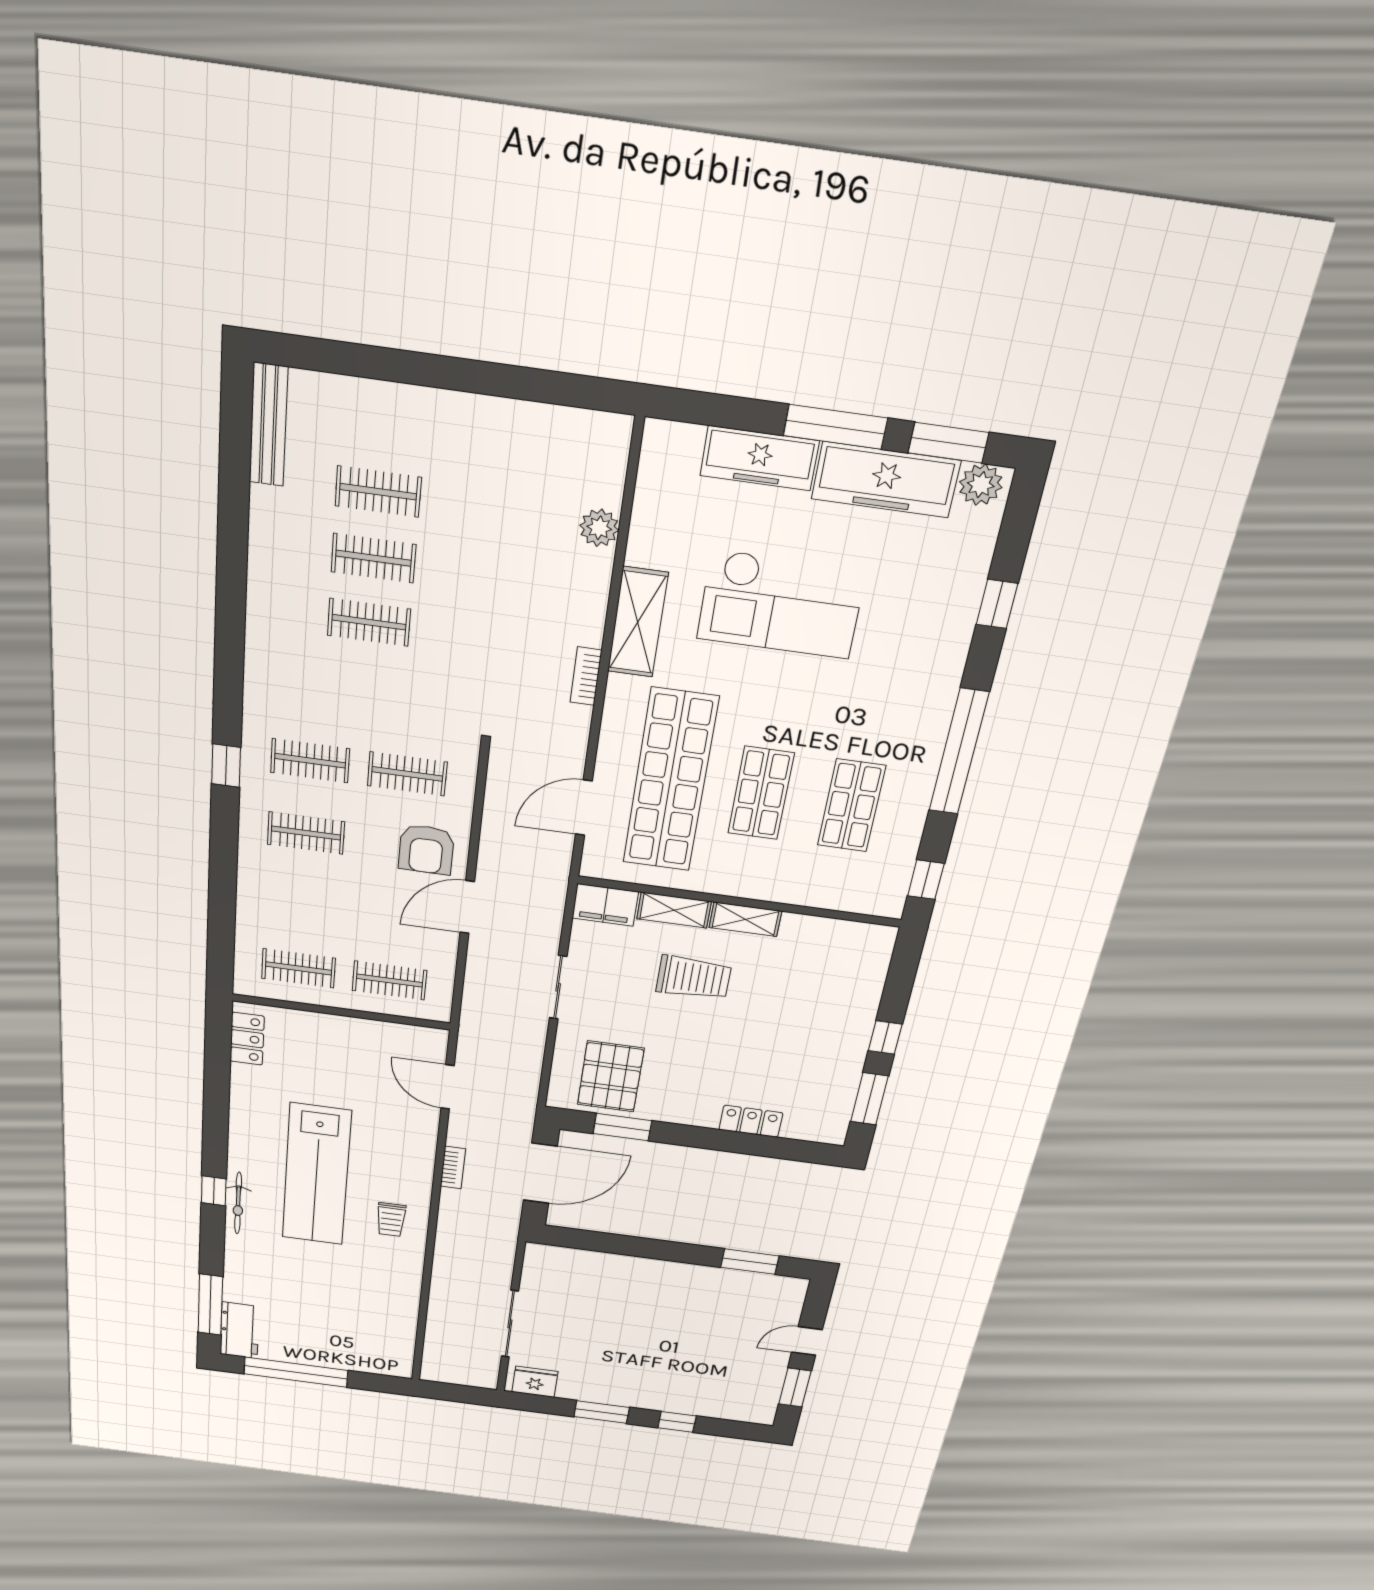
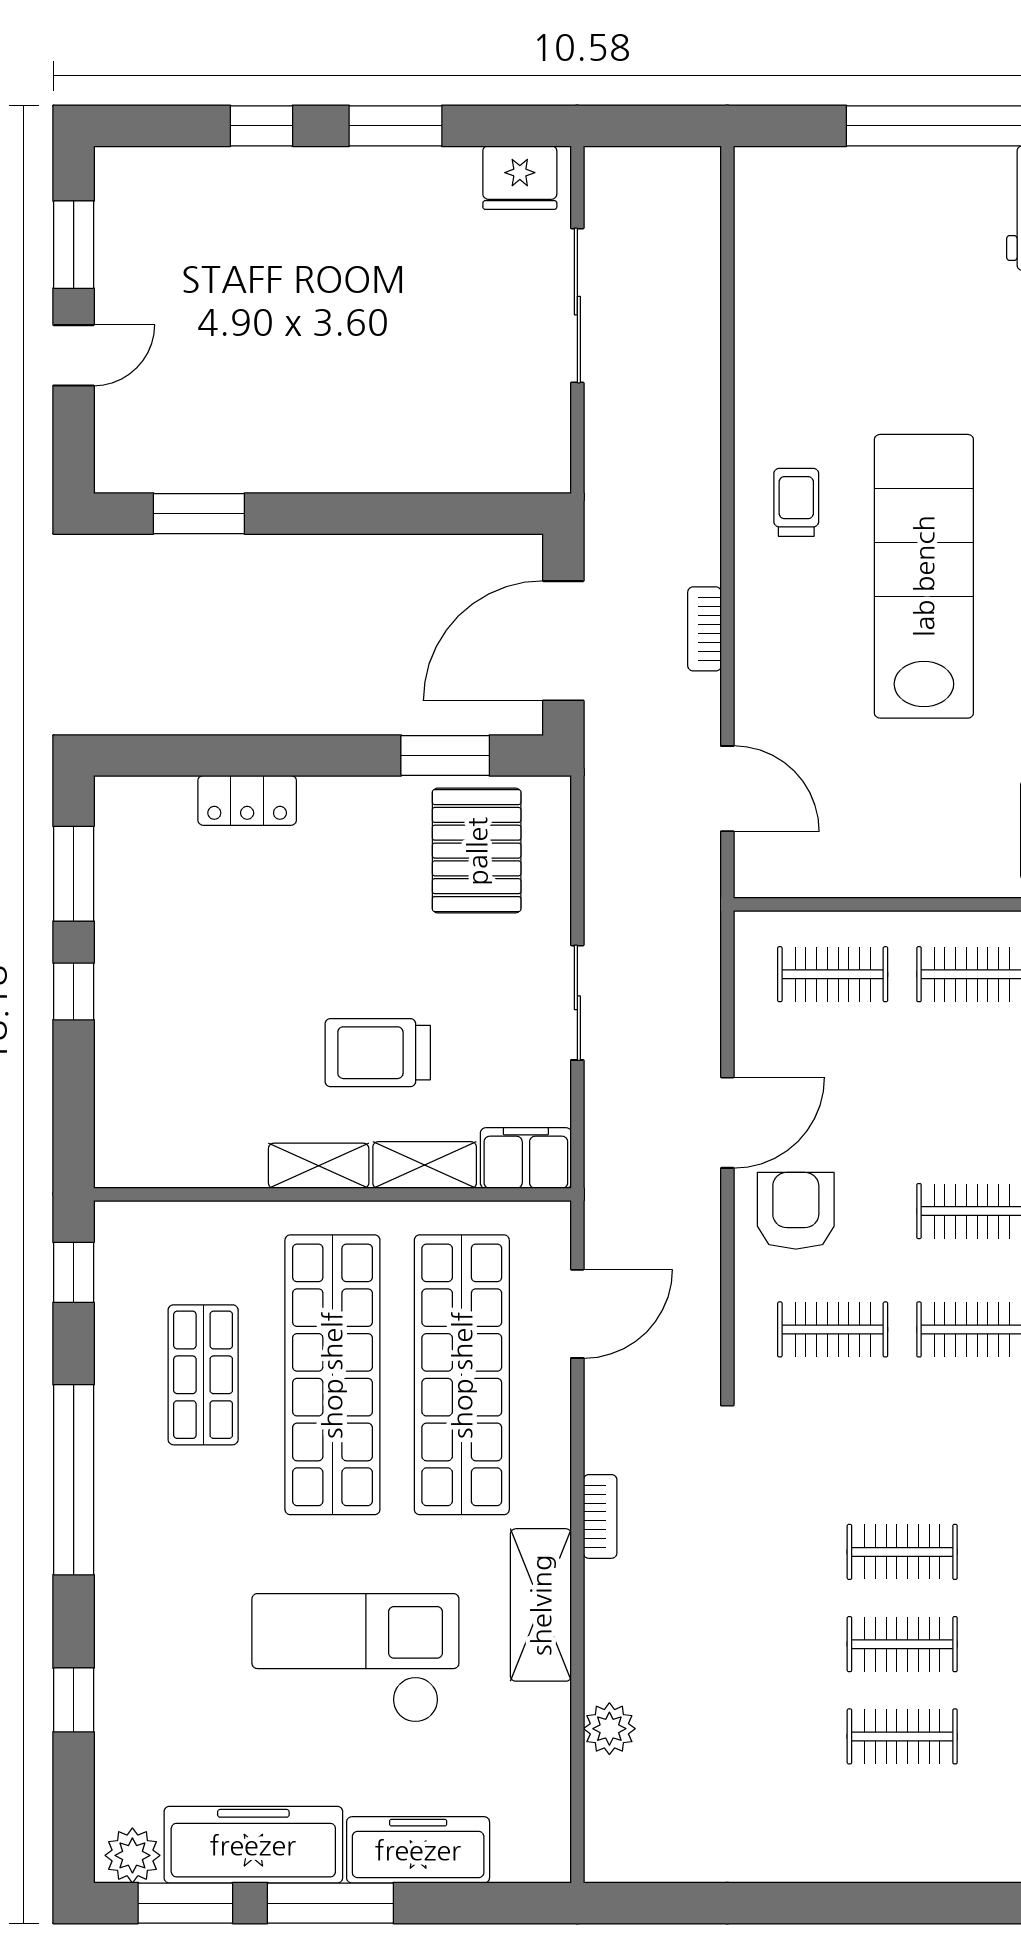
shop shelf: (761, 793) -> (332, 1375), width x2.00, depth x1.36

